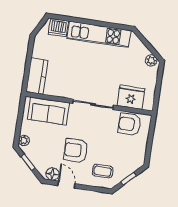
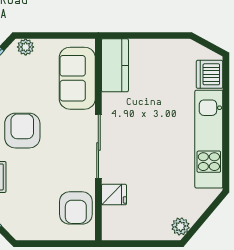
kitchen counter: (37, 76) -> (115, 65), moved, turned -90
fridge: (131, 97) -> (114, 195), width x0.53, depth x0.75
armchair: (130, 124) -> (76, 208), turned 180

